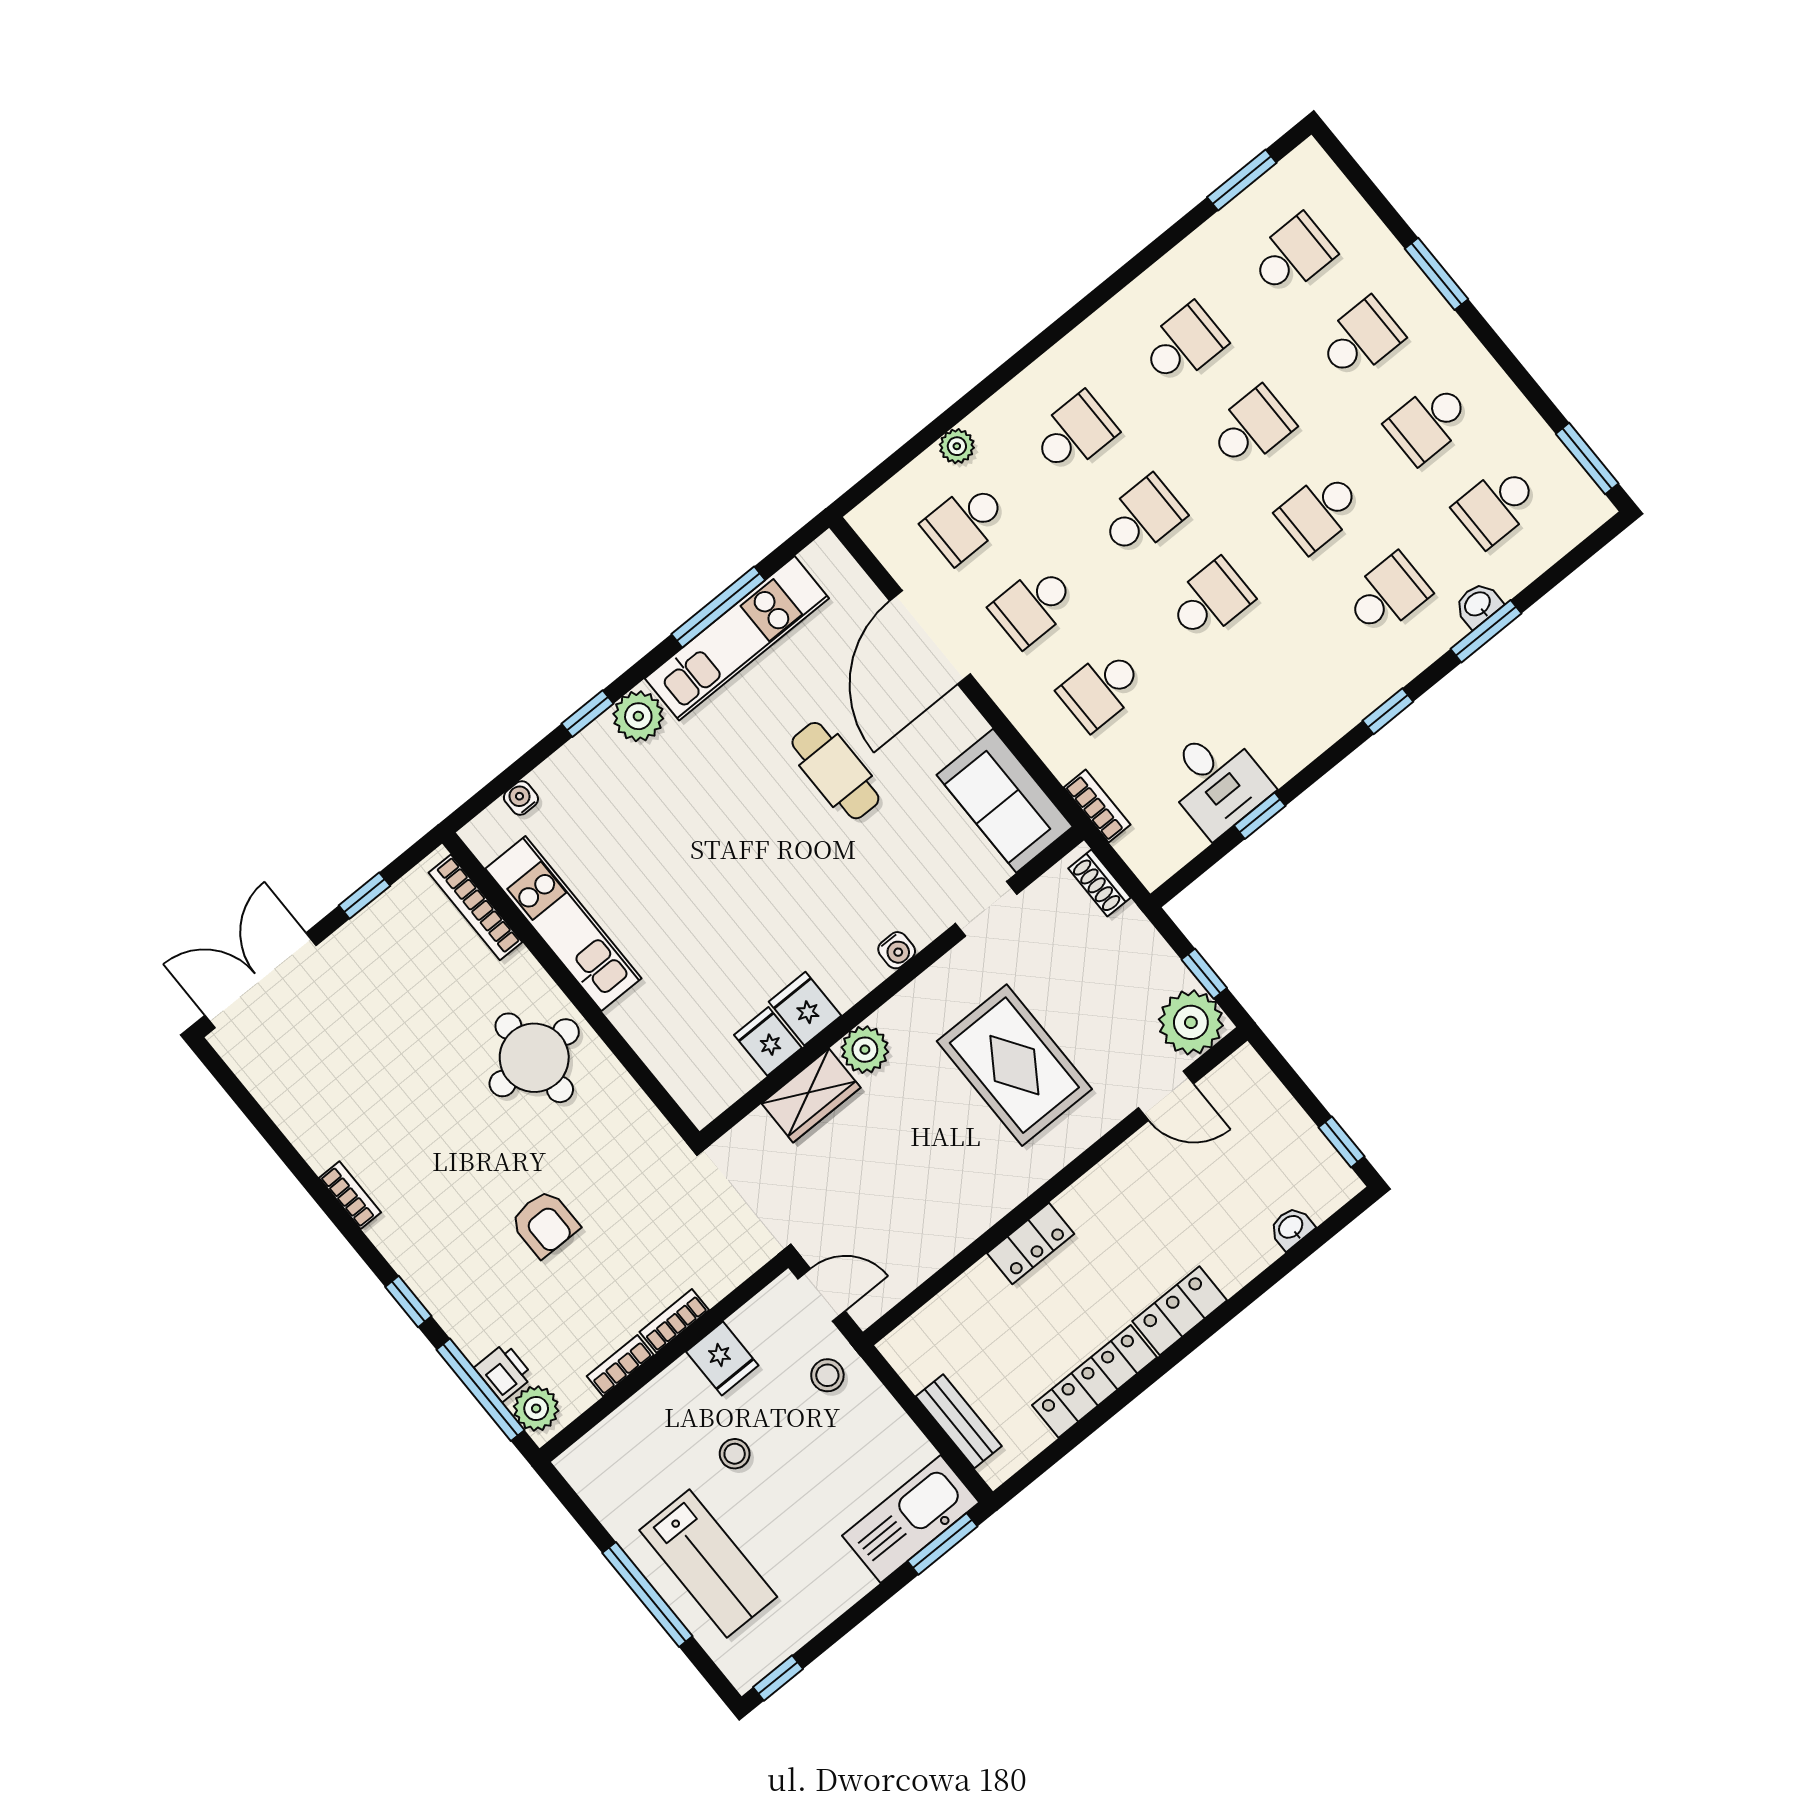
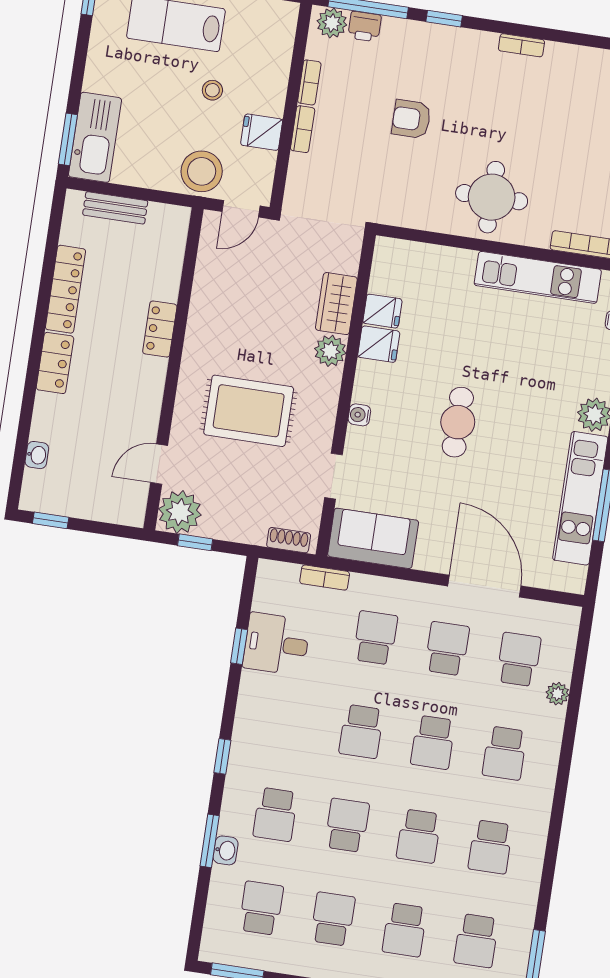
cafe table: (835, 771) -> (458, 422), moved, turned 90
stool: (827, 1375) -> (202, 171), width x1.89, depth x1.89

